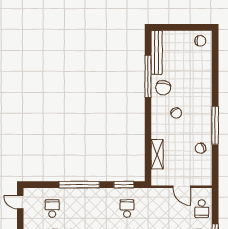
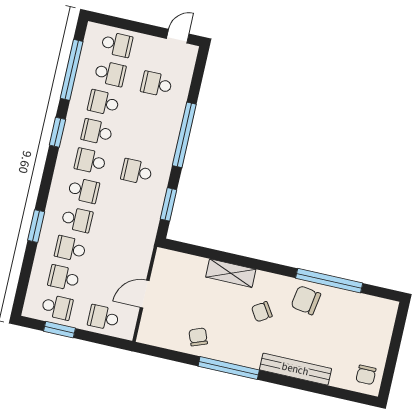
bench: (157, 52) -> (295, 369), moved
shelving: (157, 154) -> (231, 273), moved
school desk: (52, 209) -> (157, 84), turned 180
school desk: (127, 209) -> (137, 172), moved, turned 180

